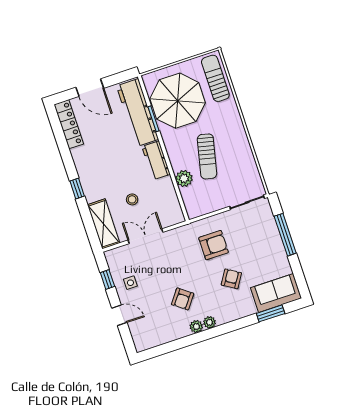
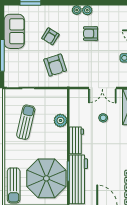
sun lounger: (207, 156) -> (26, 122), moved
armchair: (214, 245) -> (55, 65), turned -108
sofa: (276, 293) -> (14, 31), moved, turned -90
armchair: (183, 299) -> (91, 34), turned -127

